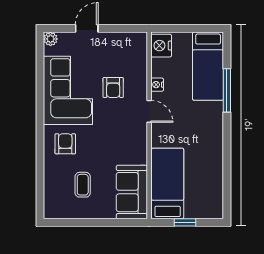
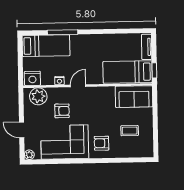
plant: (135, 53) -> (38, 96), added
tv unit: (203, 212) -> (147, 47), added
window: (185, 222) -> (154, 70), moved

